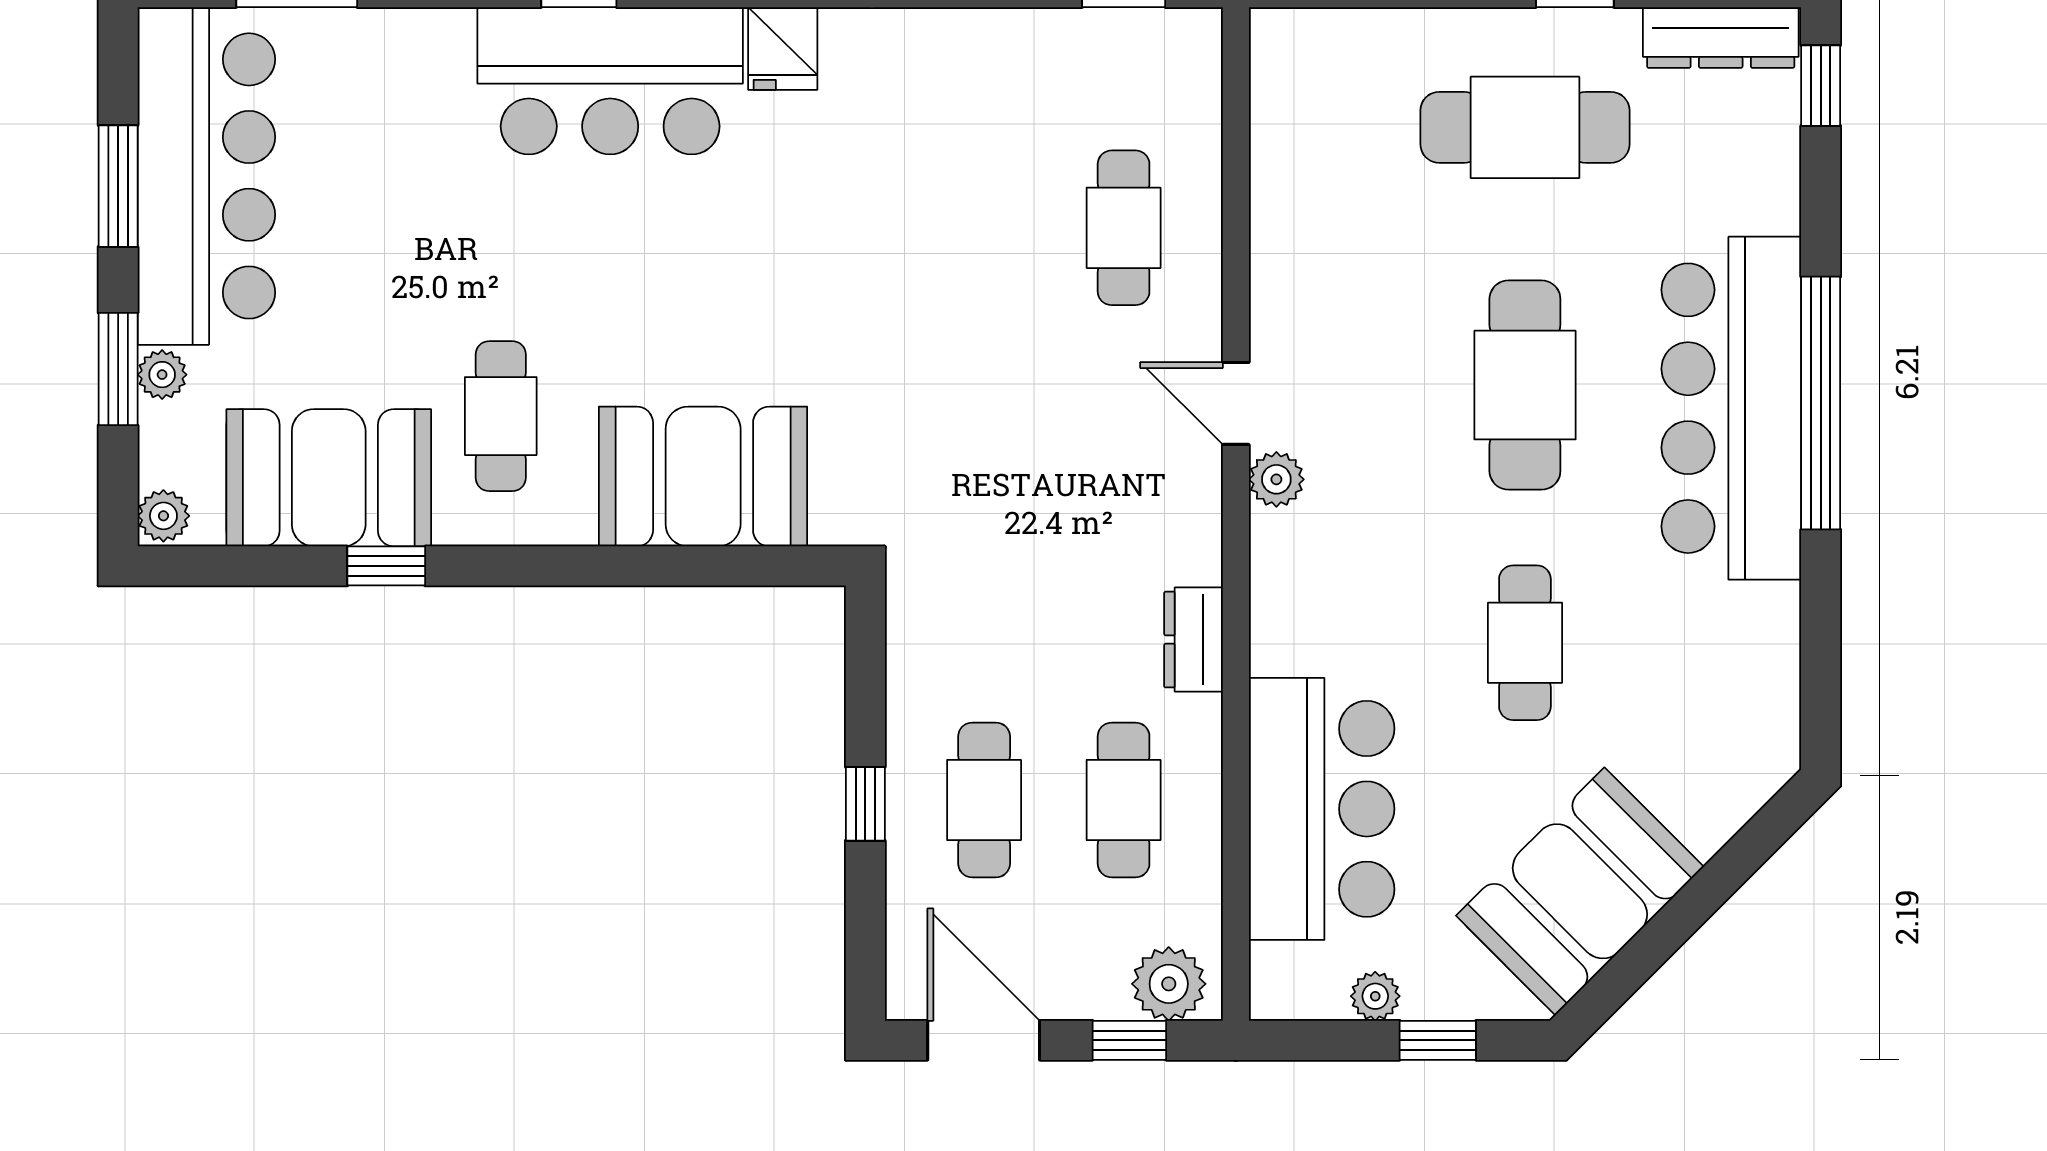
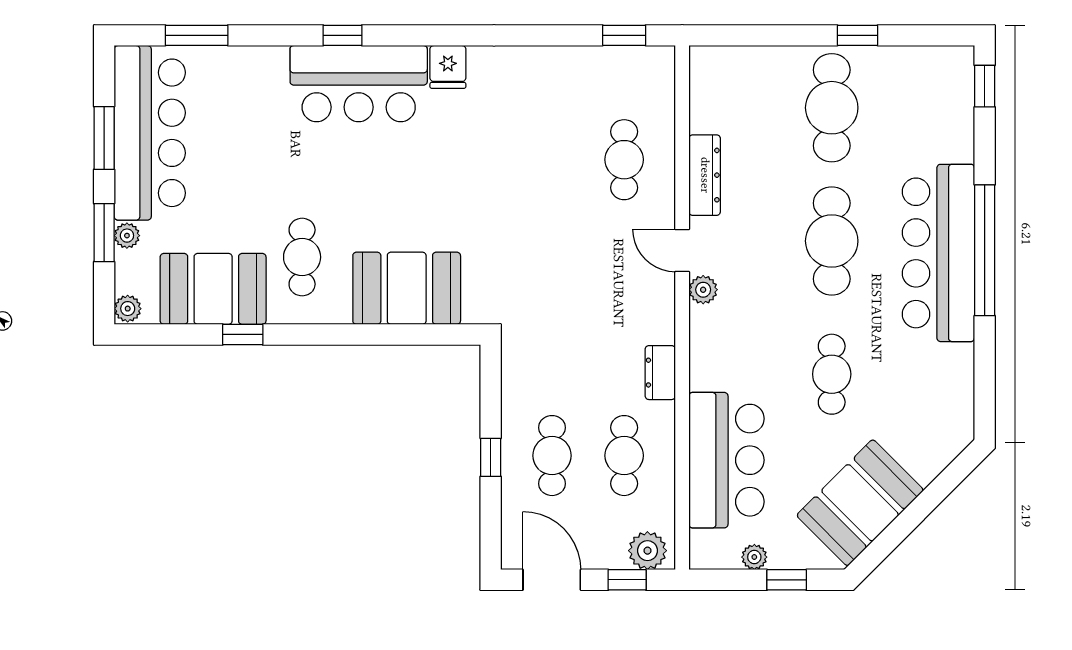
dresser: (1721, 37) -> (705, 175), moved, turned -90
cafe table: (1525, 127) -> (832, 108), turned 90

